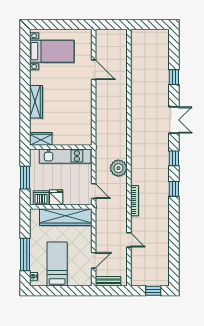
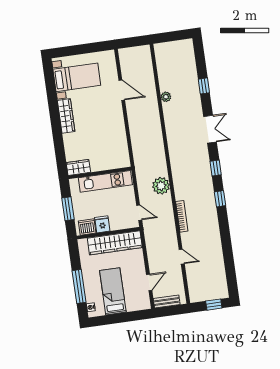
plant: (136, 82) -> (166, 97), added
wardrobe: (36, 102) -> (66, 116), moved

